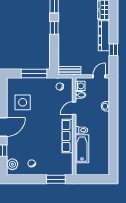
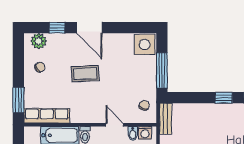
side table: (23, 102) -> (145, 44), moved
coffee table: (36, 130) -> (85, 74), added
row of seats: (67, 136) -> (47, 116), moved

